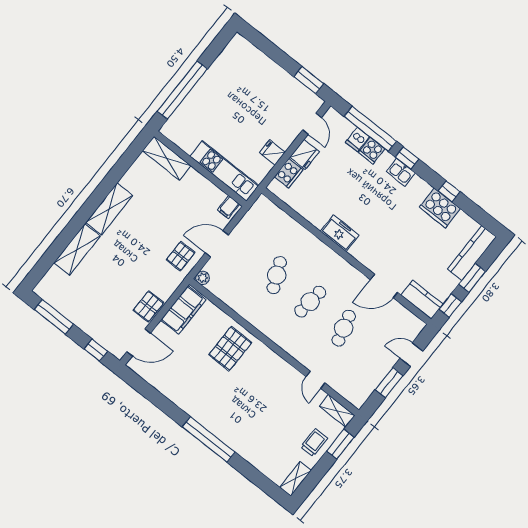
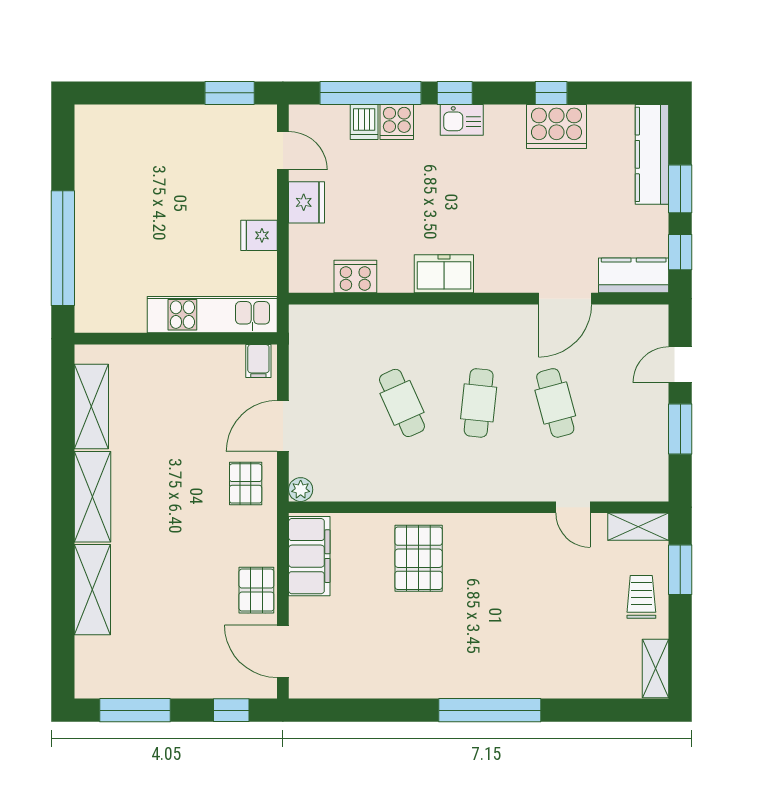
shelving: (167, 158) -> (91, 407), moved, turned 90
cooker: (289, 173) -> (355, 277), moved, turned -90
door: (139, 342) -> (283, 651), swing flipped

